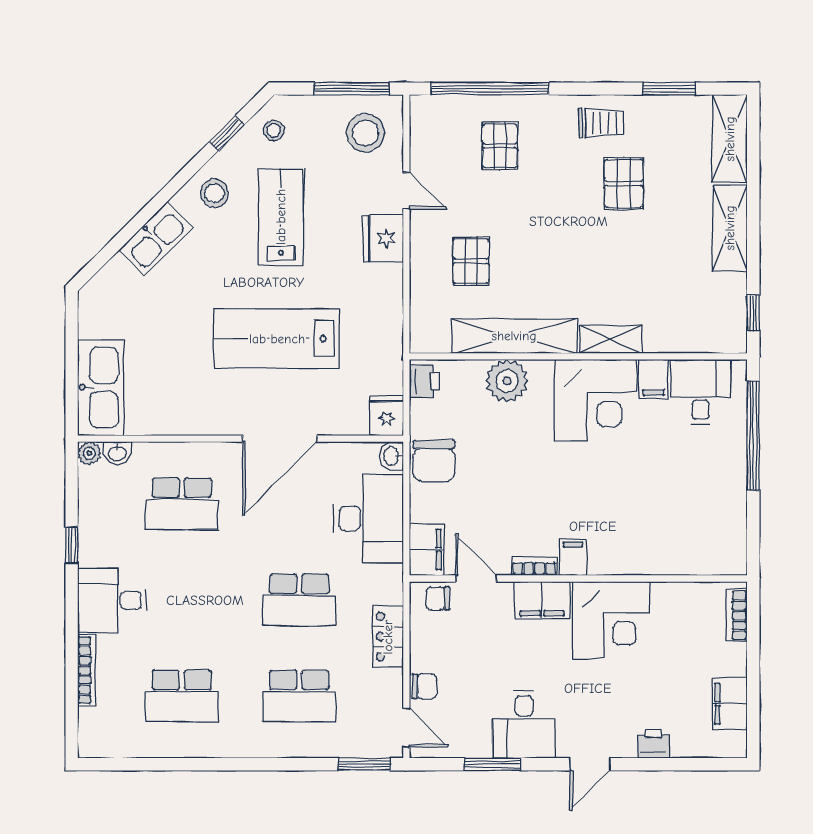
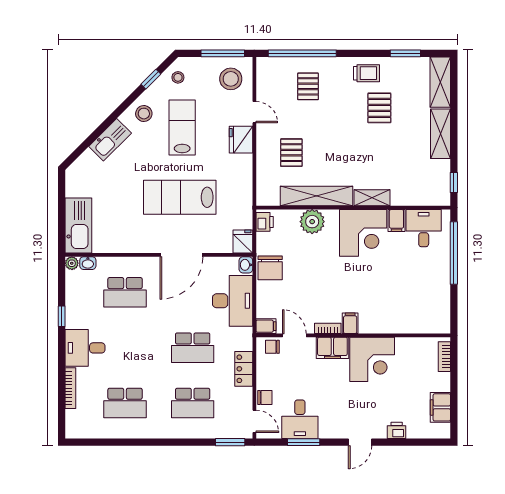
filing cabinet: (427, 550) -> (266, 326), width x0.50
desk: (524, 724) -> (300, 419), moved

